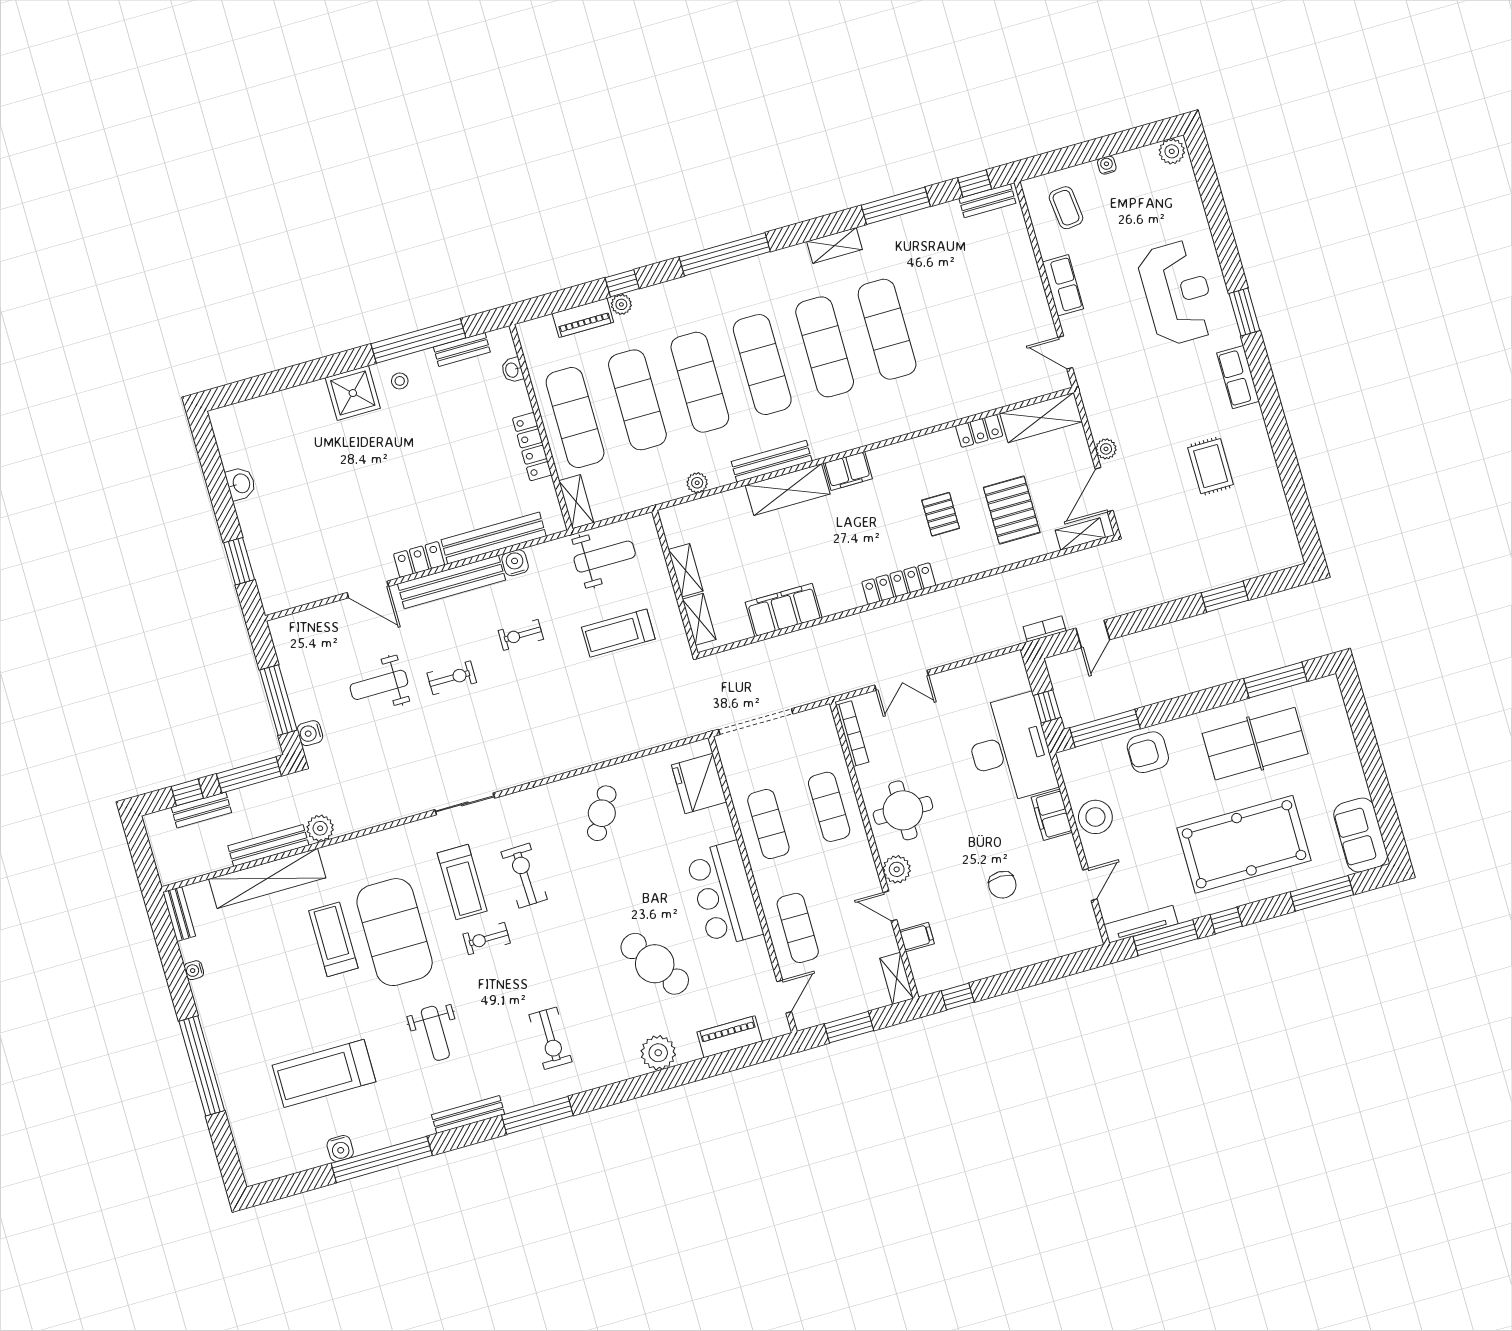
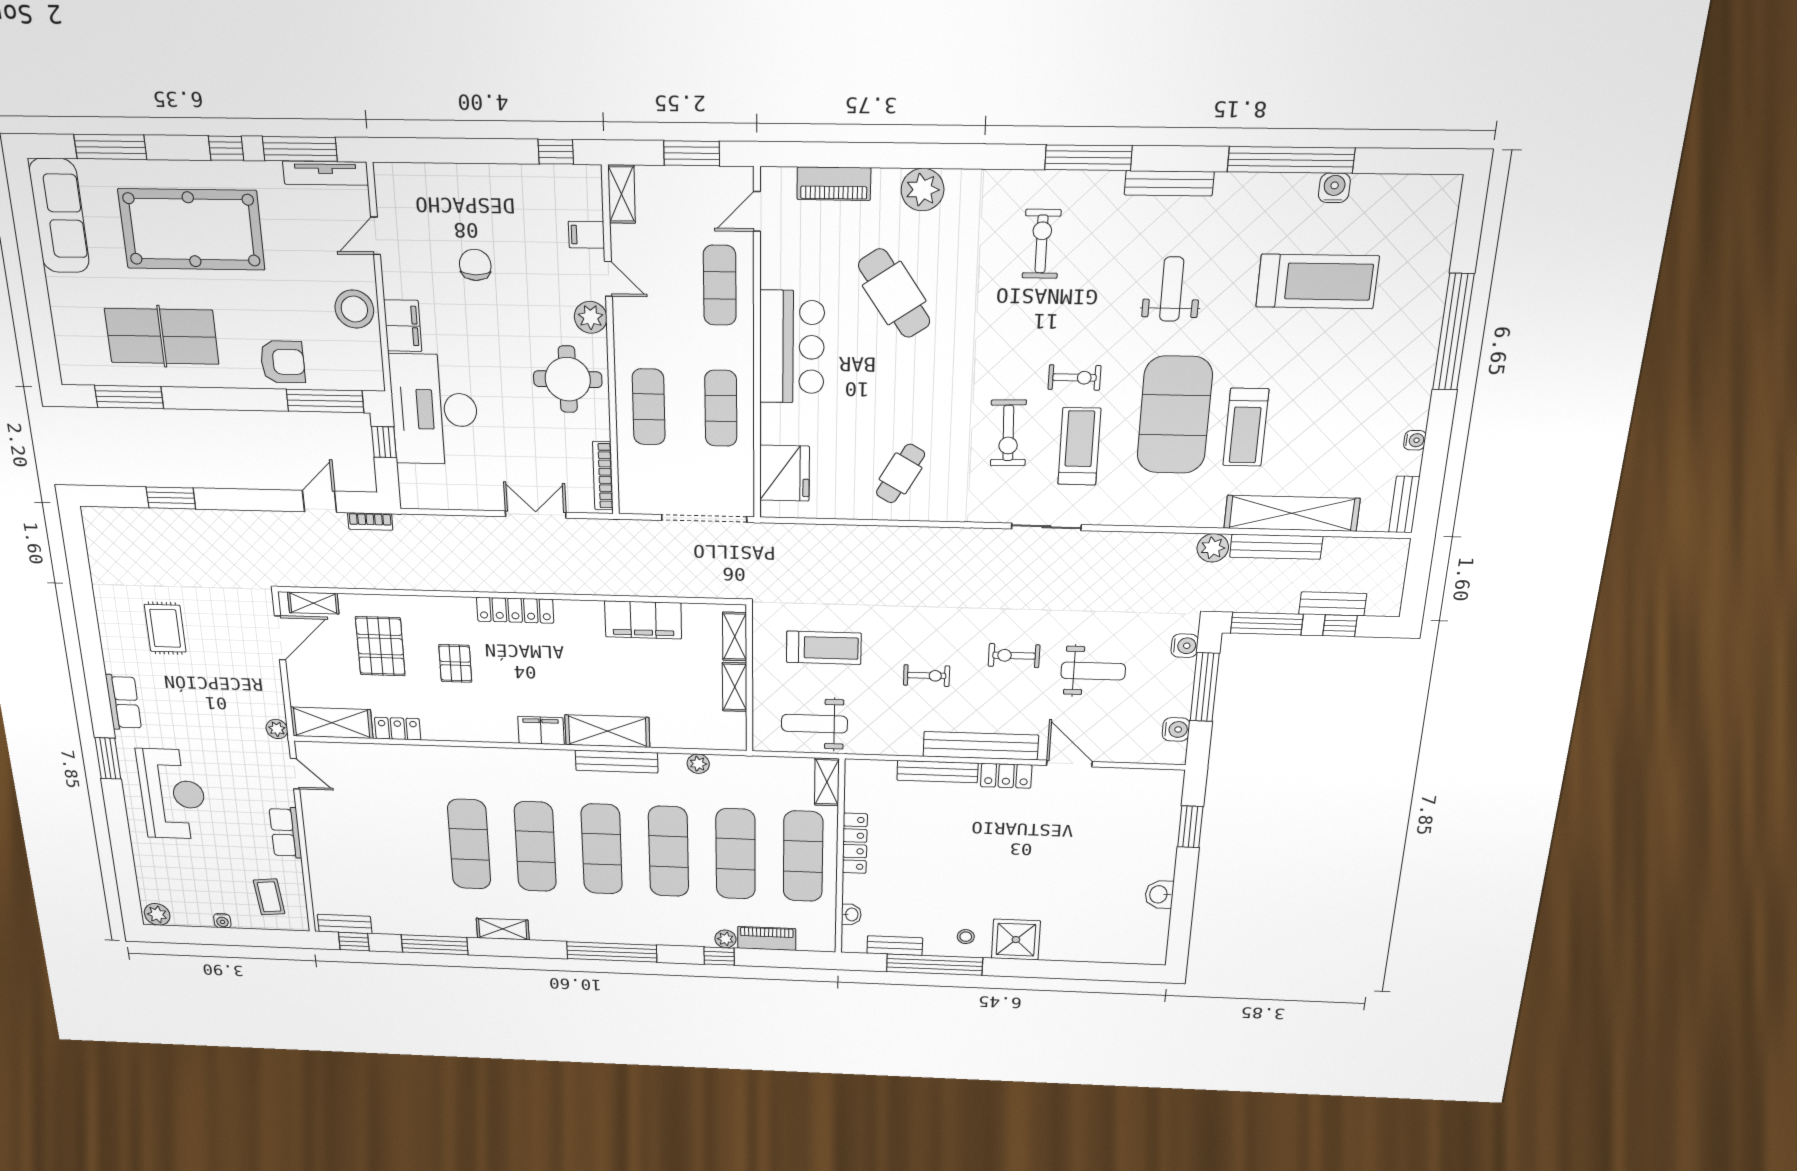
reception desk: (1177, 293) -> (172, 794), turned 180
plant: (1106, 449) -> (277, 729), moved
bench: (494, 538) -> (937, 772), width x0.73, depth x0.82
water cooler: (515, 563) -> (1176, 729), moved, turned -90
sofa: (1361, 835) -> (59, 216), width x1.36

